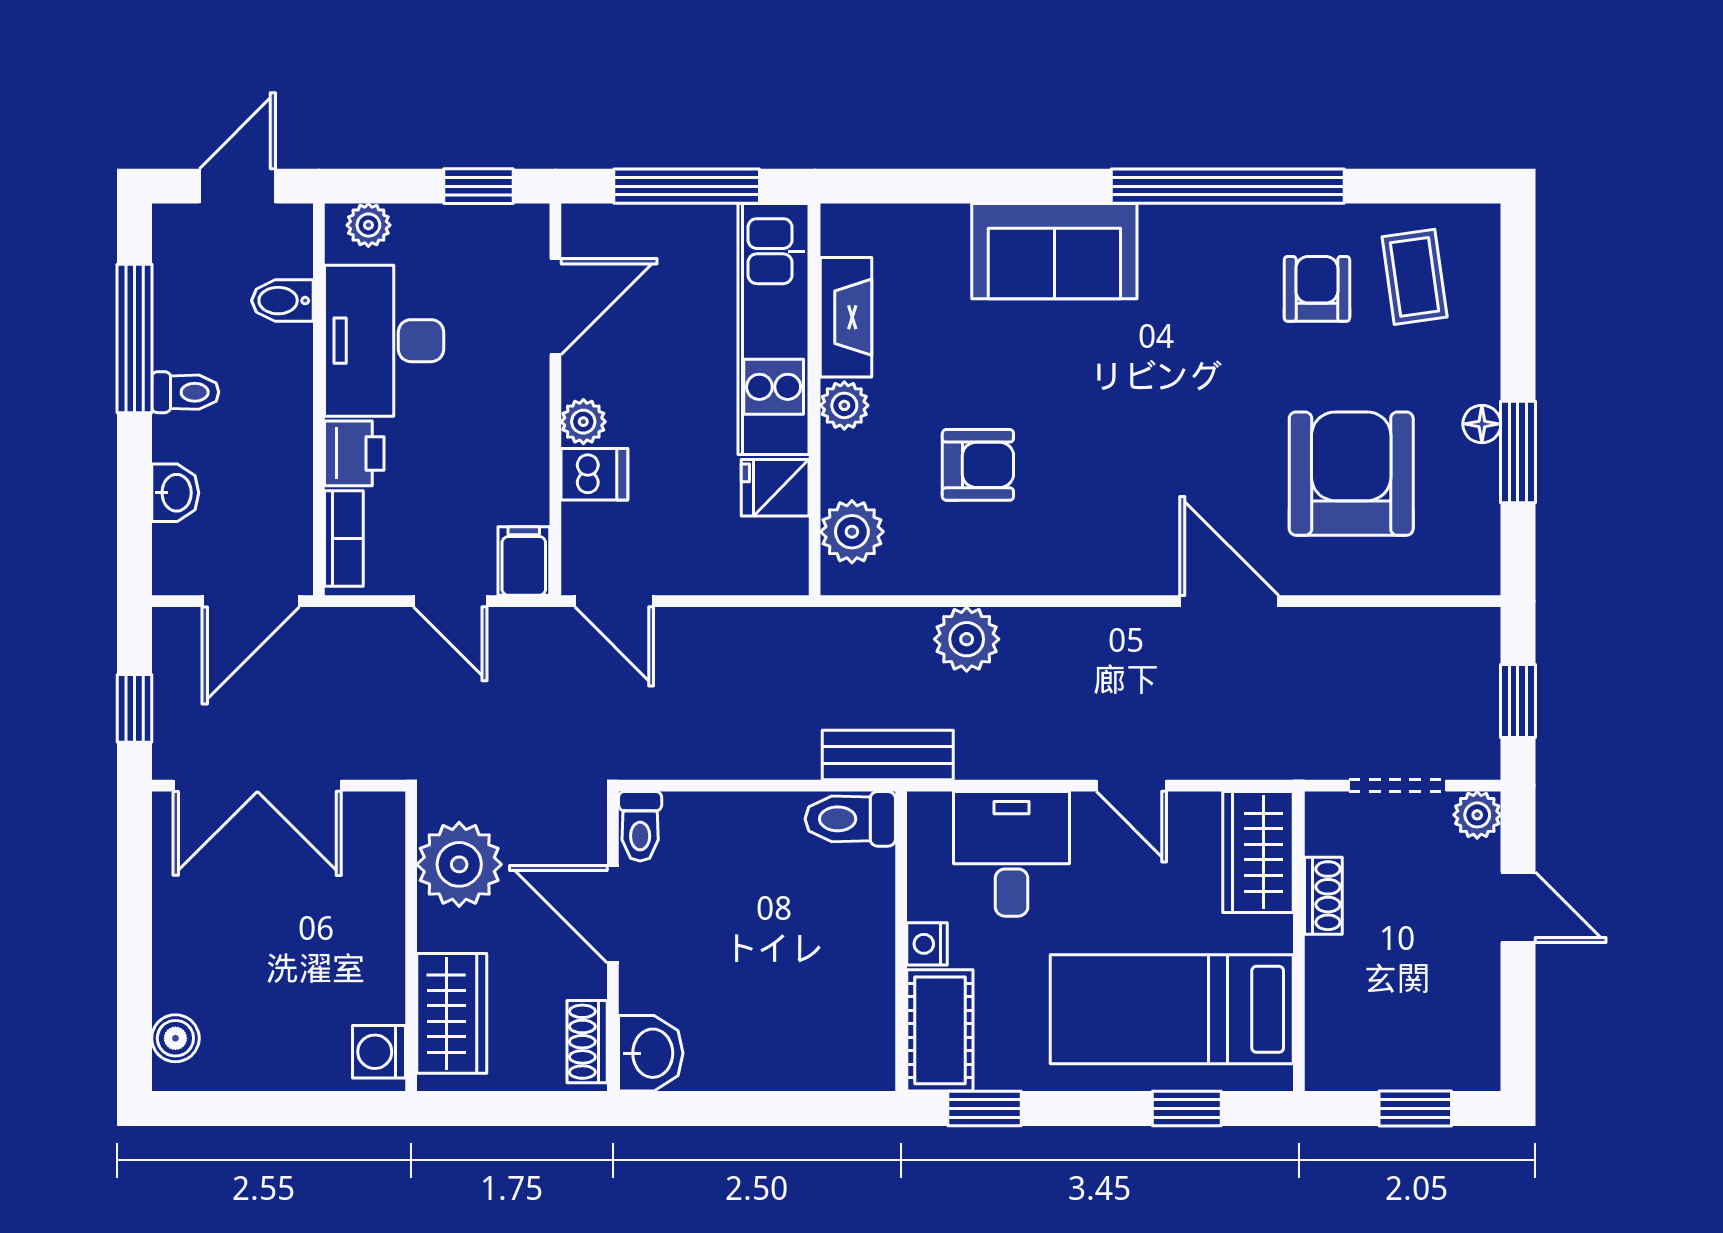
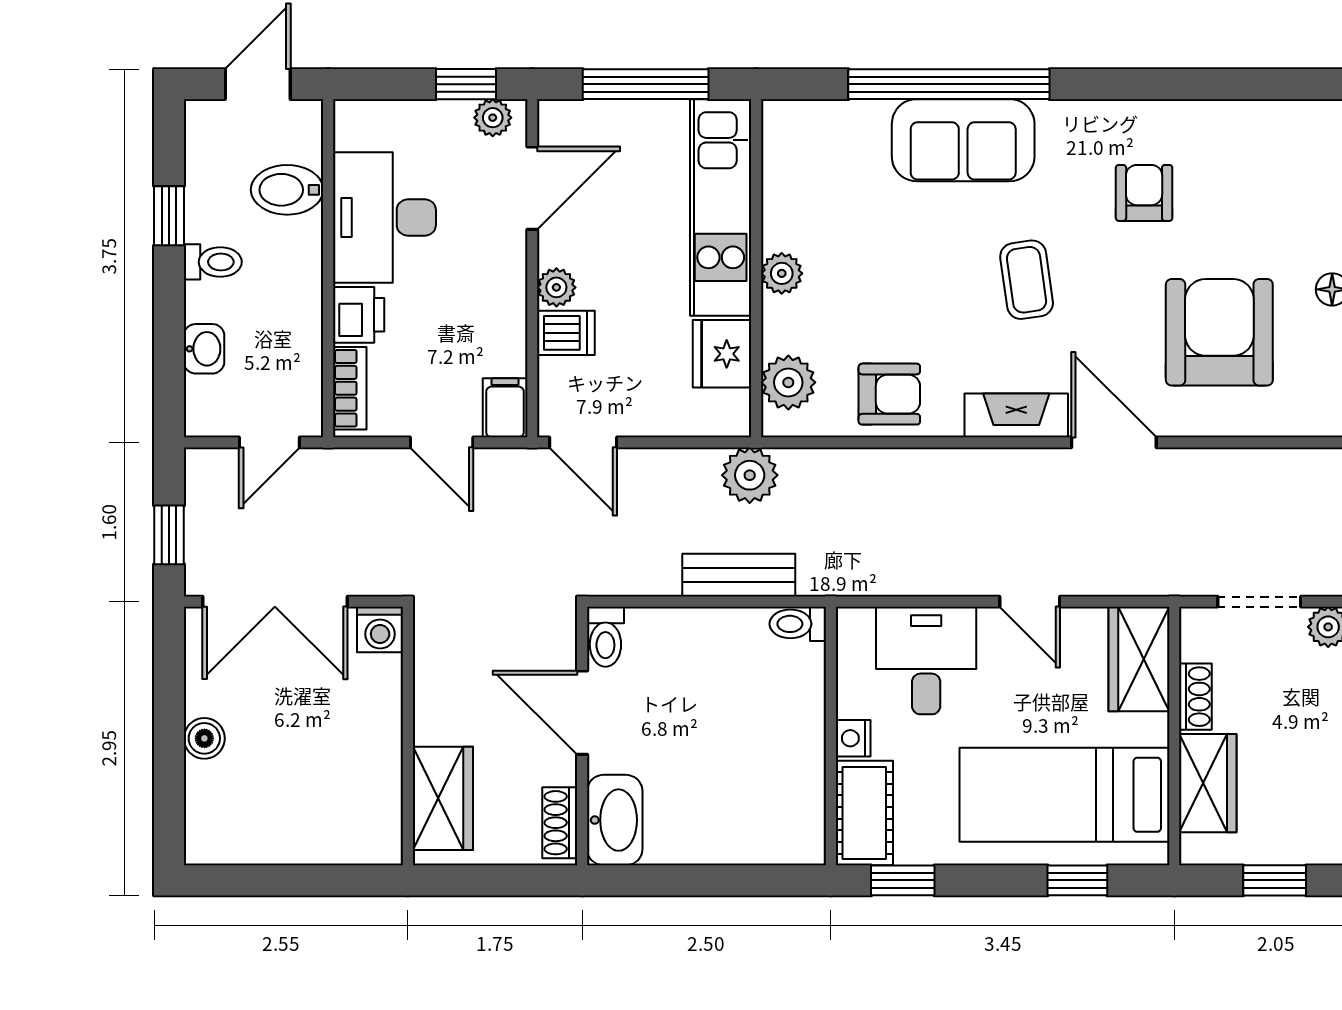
window: (1228, 186) -> (949, 84), moved
plant: (368, 225) -> (493, 118), moved
coffee table: (1415, 277) -> (1027, 280), moved
armchair: (1317, 289) -> (1144, 193), moved
bidet: (282, 301) -> (287, 190), width x1.38, depth x1.36
fireplace: (846, 317) -> (1016, 415), moved, turned -90
window: (135, 339) -> (169, 216), width x0.46
armchair: (978, 465) -> (889, 394), moved
fridge: (775, 488) -> (722, 354), width x1.38
door: (251, 601) -> (269, 442), width x0.73
plant: (967, 639) -> (750, 475), moved
bench: (888, 755) -> (739, 575), moved
toilet: (850, 819) -> (798, 624), width x0.73, depth x0.72
plant: (459, 864) -> (449, 670), removed
wardrobe: (1338, 996) -> (1208, 783), added
boiler: (175, 1038) -> (204, 738), moved
washing machine: (379, 1052) -> (380, 629), moved, turned -90
washbasin: (651, 1053) -> (615, 820), width x1.38

